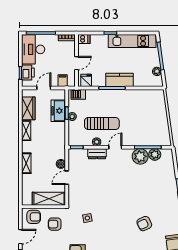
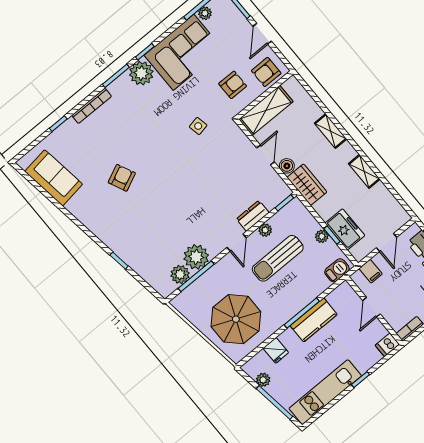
fridge: (86, 80) -> (276, 350), moved
kitchen counter: (119, 80) -> (314, 320), moved
wardrobe: (28, 108) -> (307, 185), moved, turned 180
parasol: (146, 111) -> (236, 319), added

